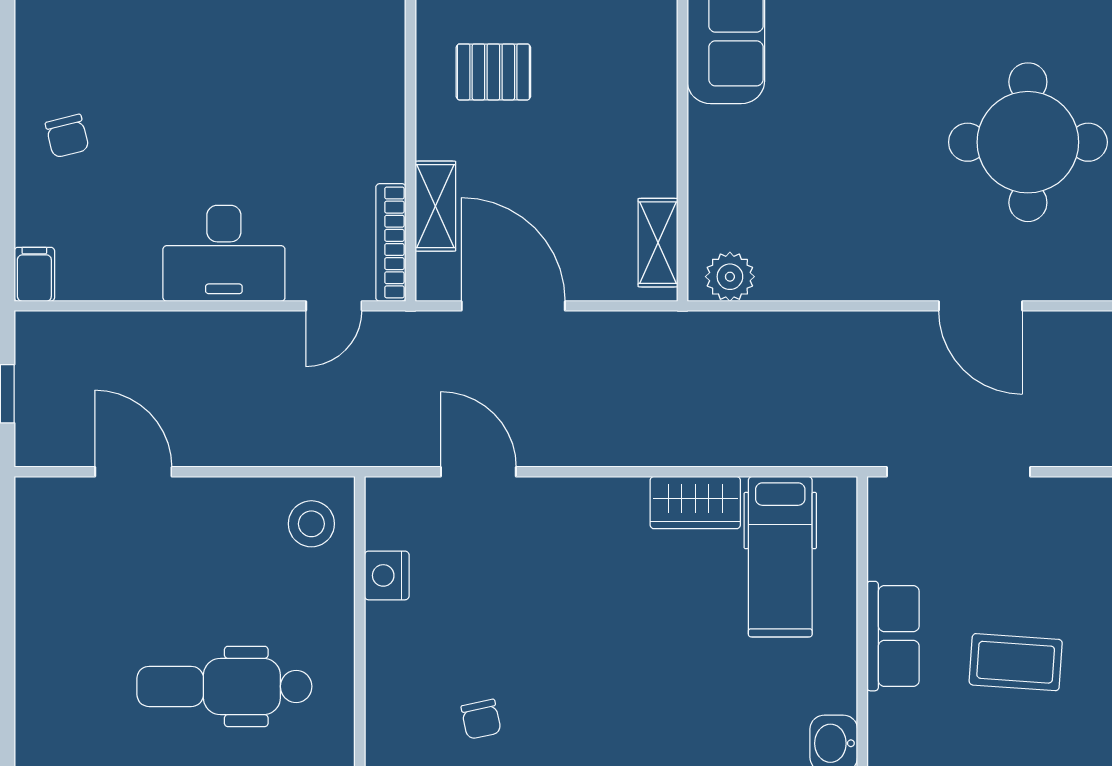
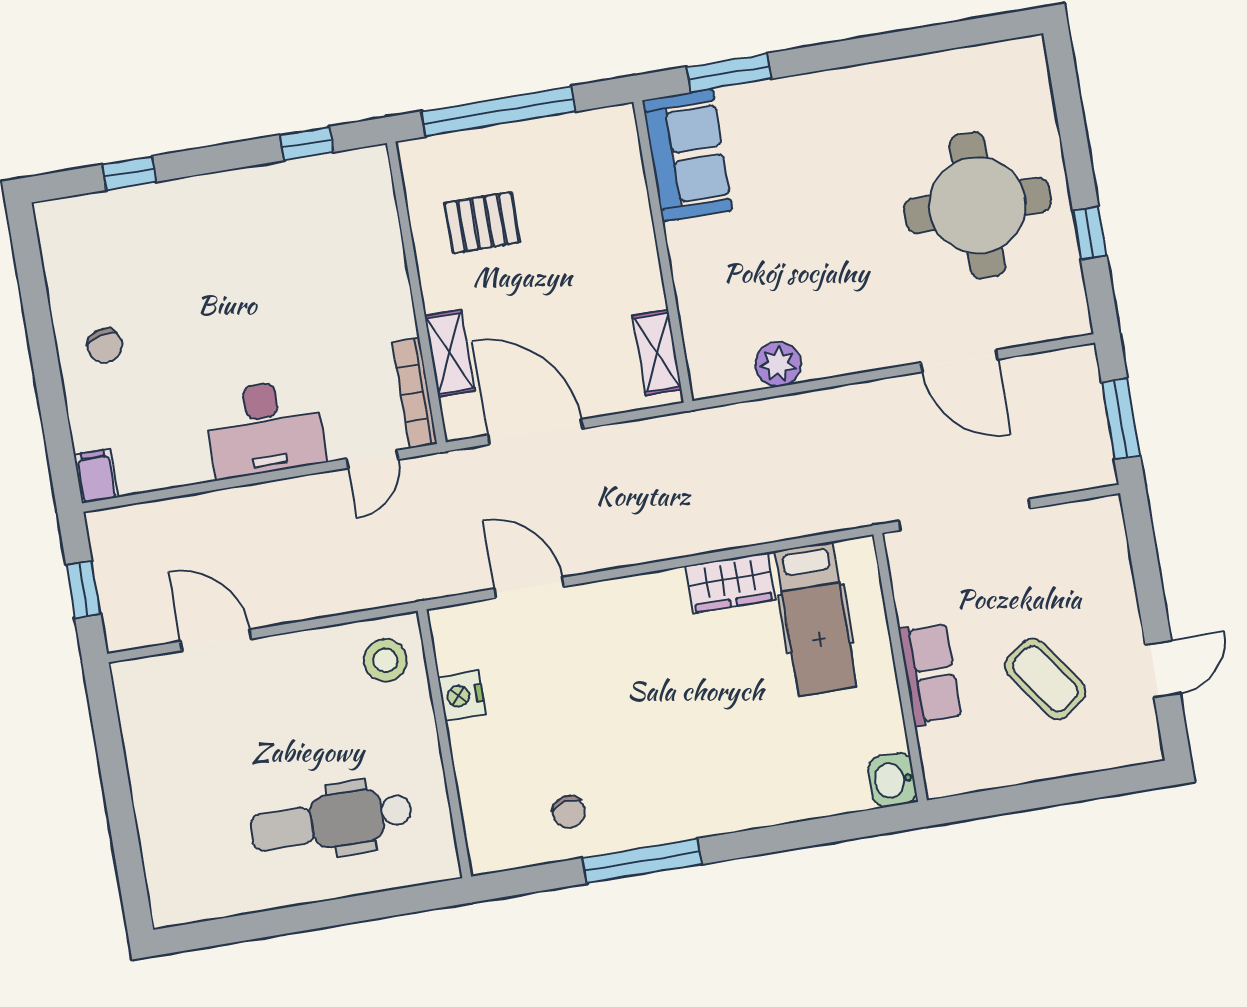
plant: (730, 277) -> (778, 364), moved
coffee table: (1016, 662) -> (1045, 679), turned 51

